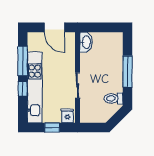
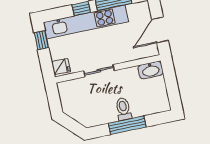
toilet: (114, 98) -> (123, 109), moved
window: (52, 128) -> (41, 40), moved

